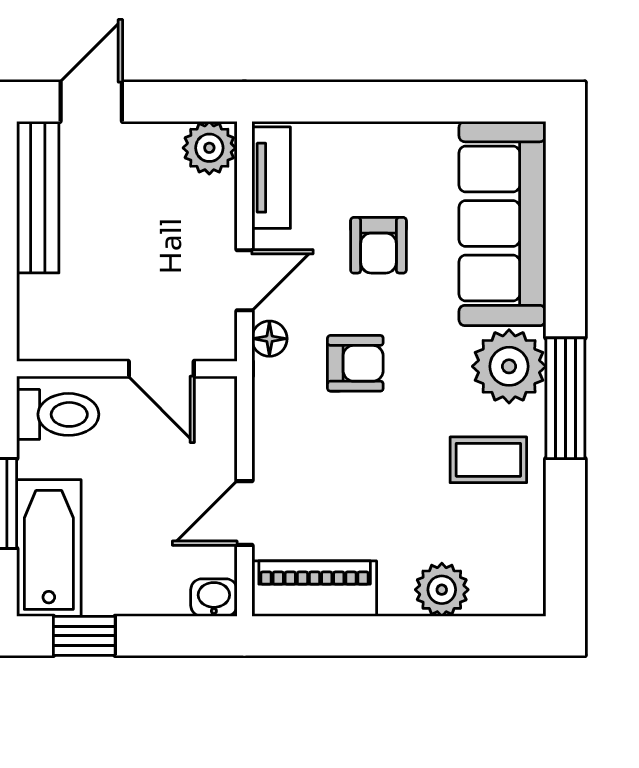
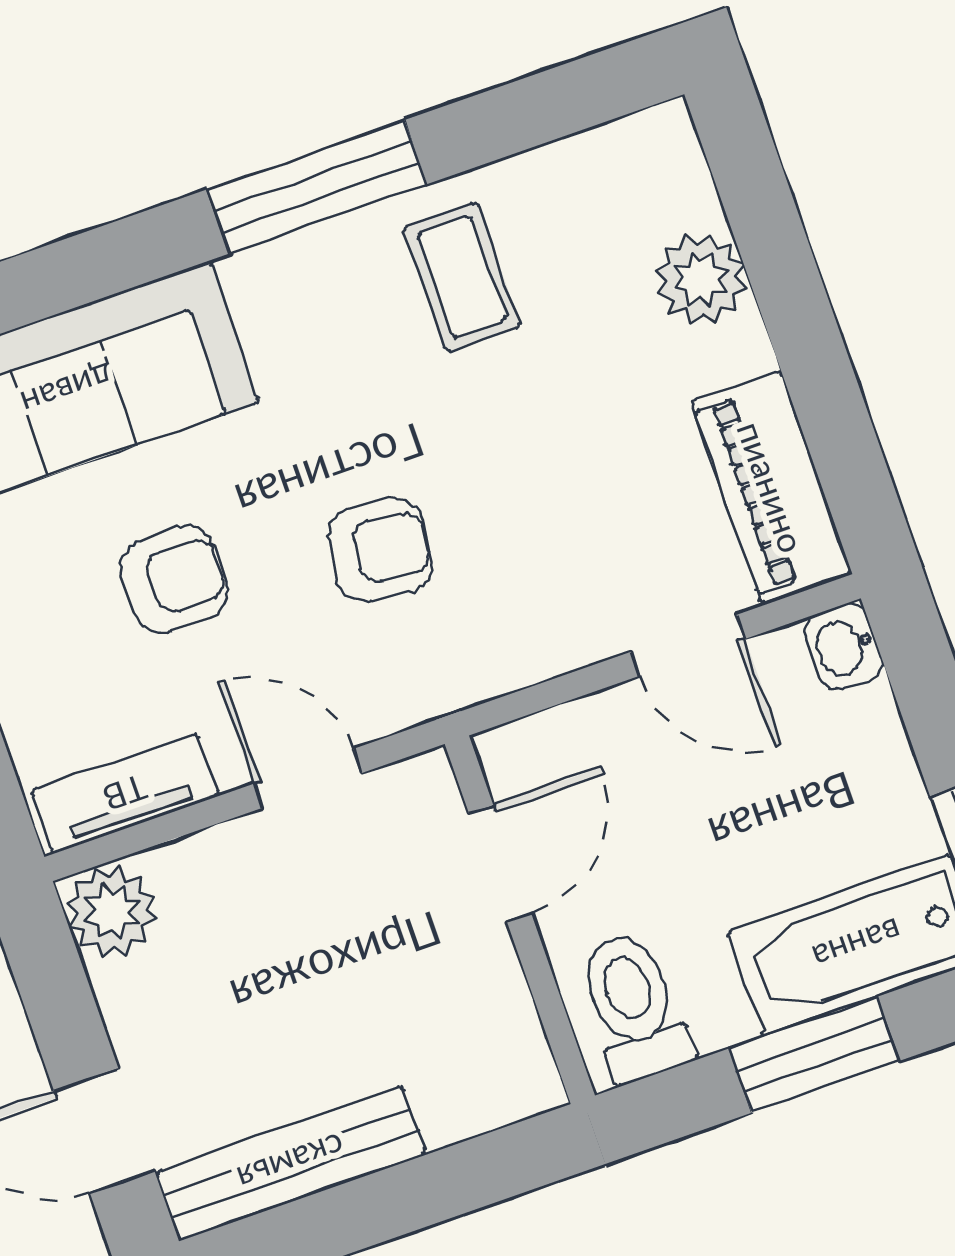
floor lamp: (269, 339) -> (389, 704), removed
armchair: (355, 363) -> (380, 550), turned 96
plant: (509, 366) -> (297, 297), removed

